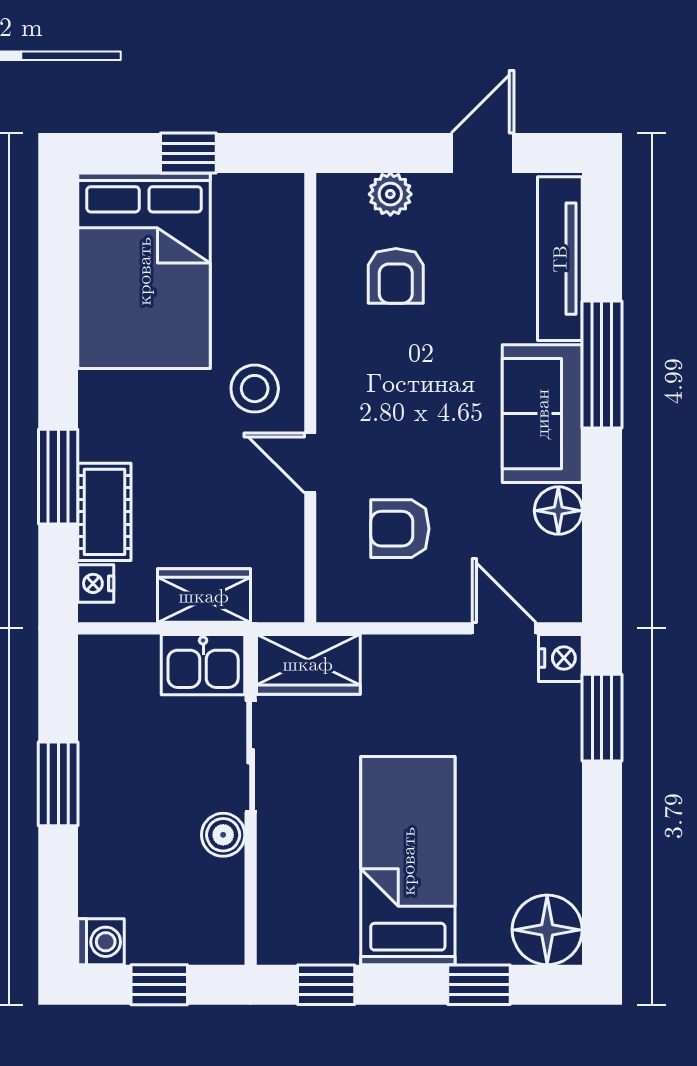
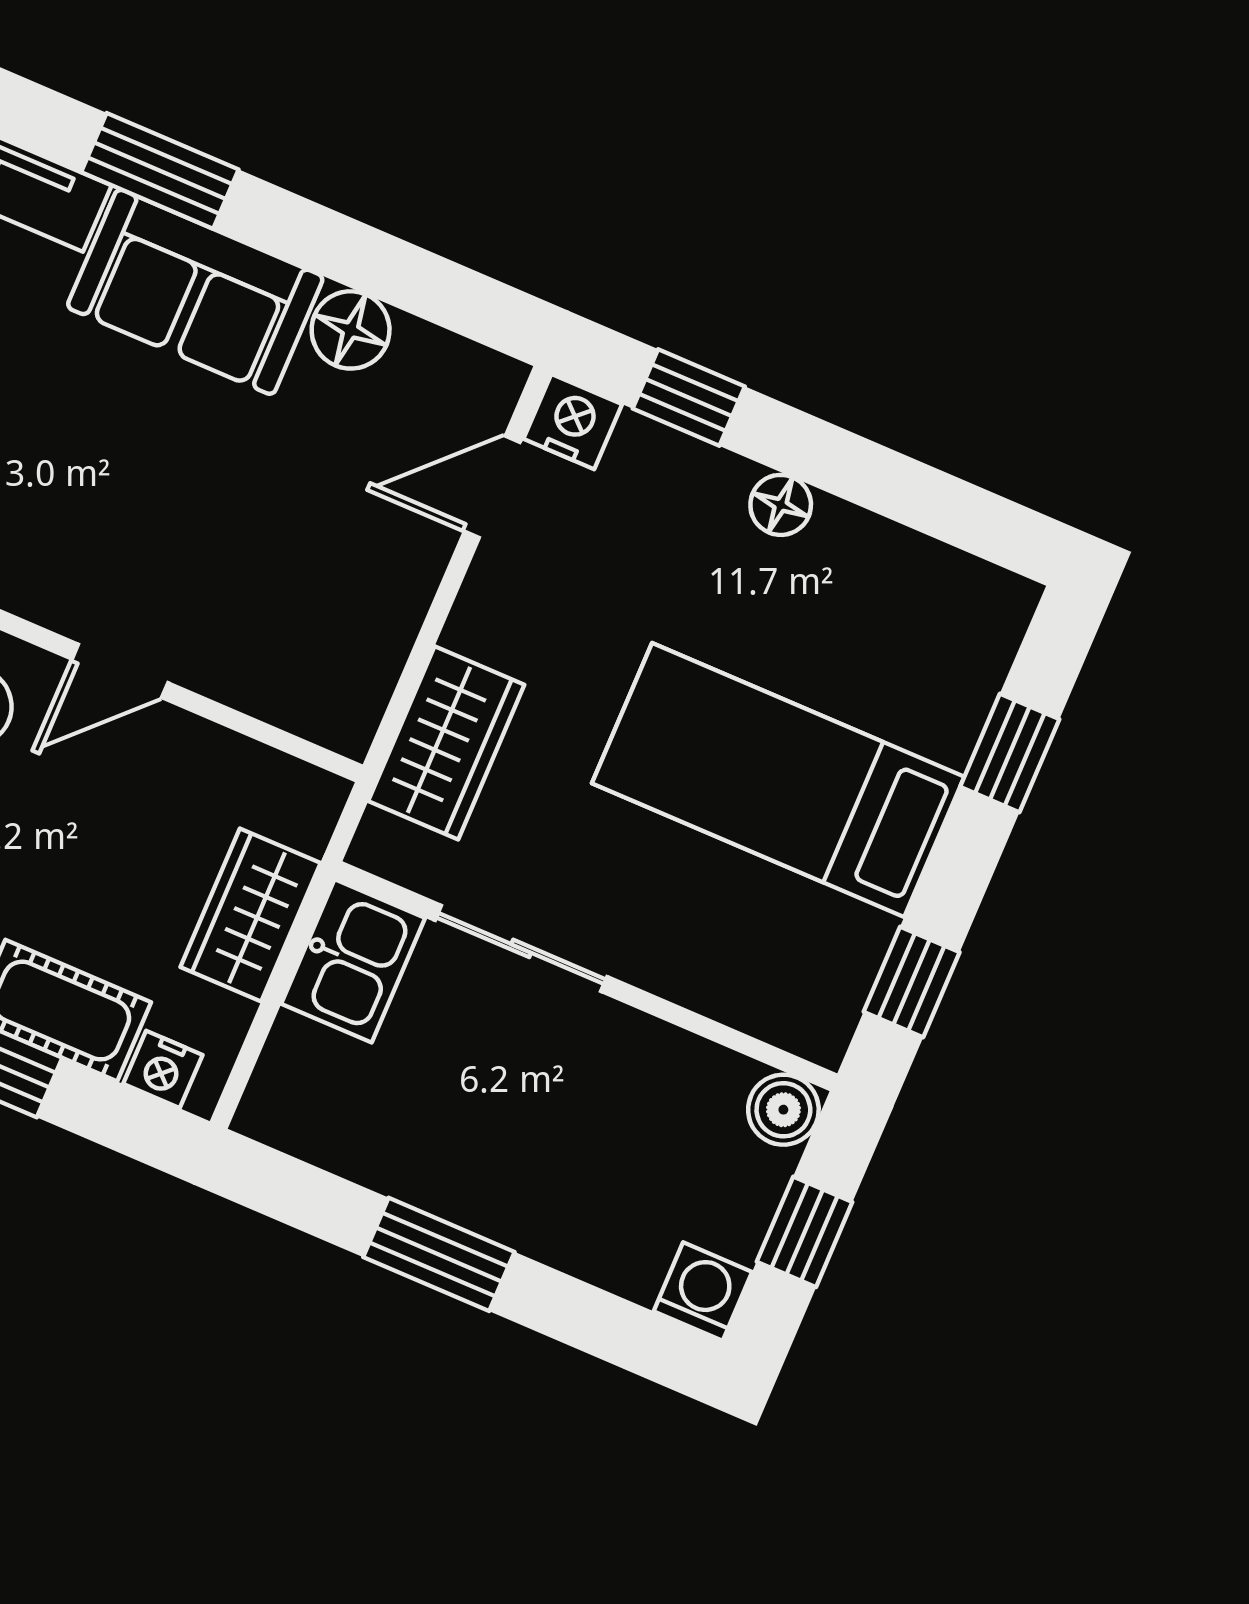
window: (602, 364) -> (160, 171), width x0.69
armchair: (400, 529) -> (276, 579), removed
wardrobe: (308, 664) -> (446, 743), moved
window: (602, 718) -> (689, 397), width x0.67
boiler: (223, 835) -> (783, 1110), moved
floor lamp: (547, 930) -> (781, 505), moved, width x0.53, depth x0.53

